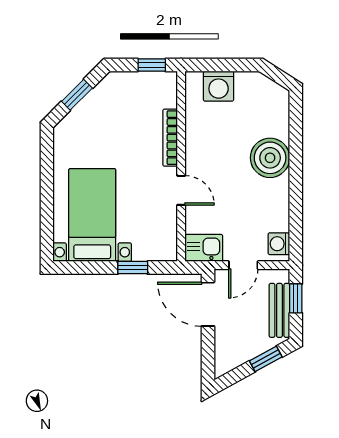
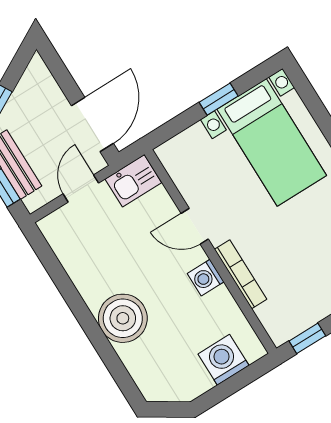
washing machine: (279, 244) -> (206, 278), moved, turned 180
window: (133, 268) -> (219, 99), moved
door: (208, 304) -> (92, 124), hinge flipped

